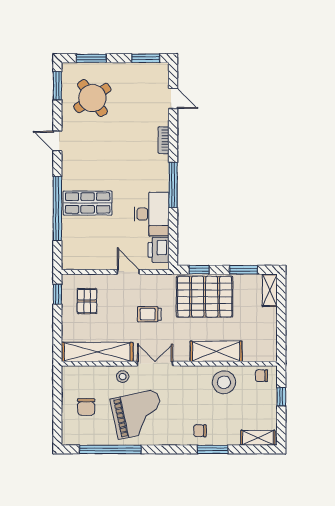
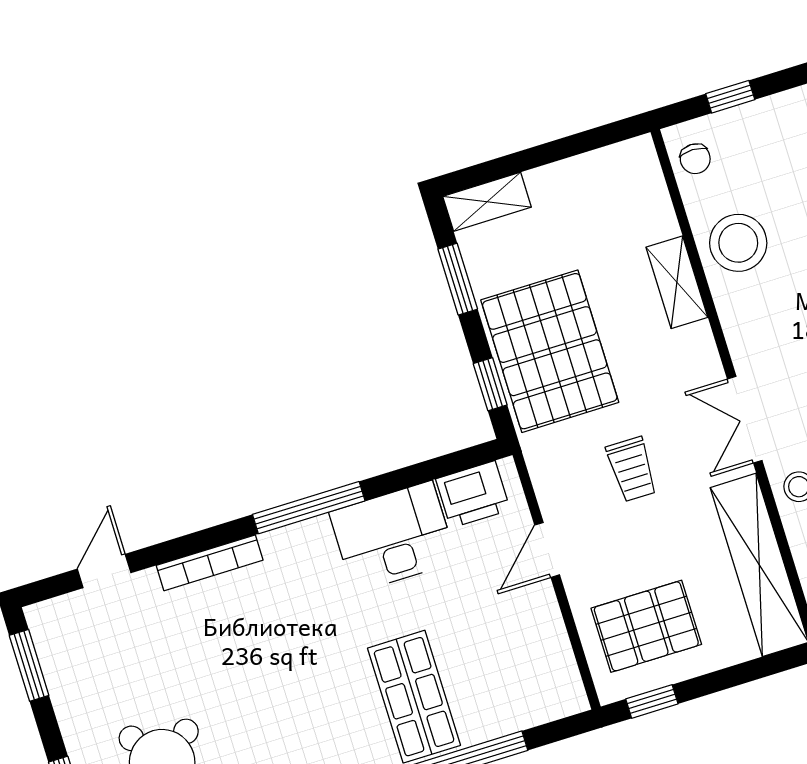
bookcase: (164, 140) -> (210, 563), width x1.56
pallet: (87, 301) -> (646, 626), width x1.50, depth x1.42
shelving: (216, 351) -> (677, 282), width x0.67, depth x0.75

